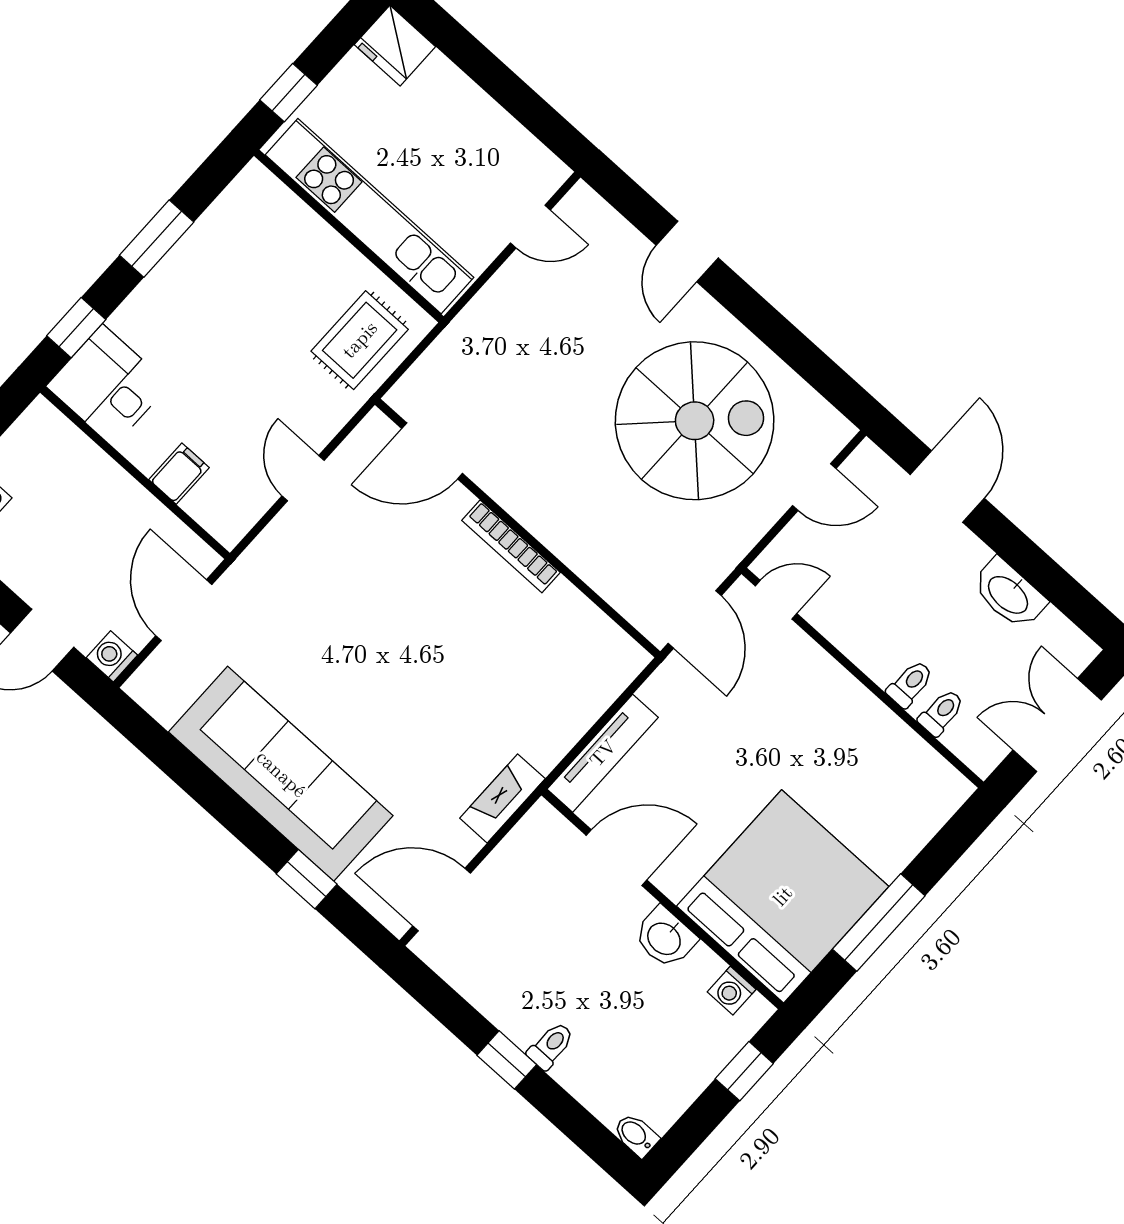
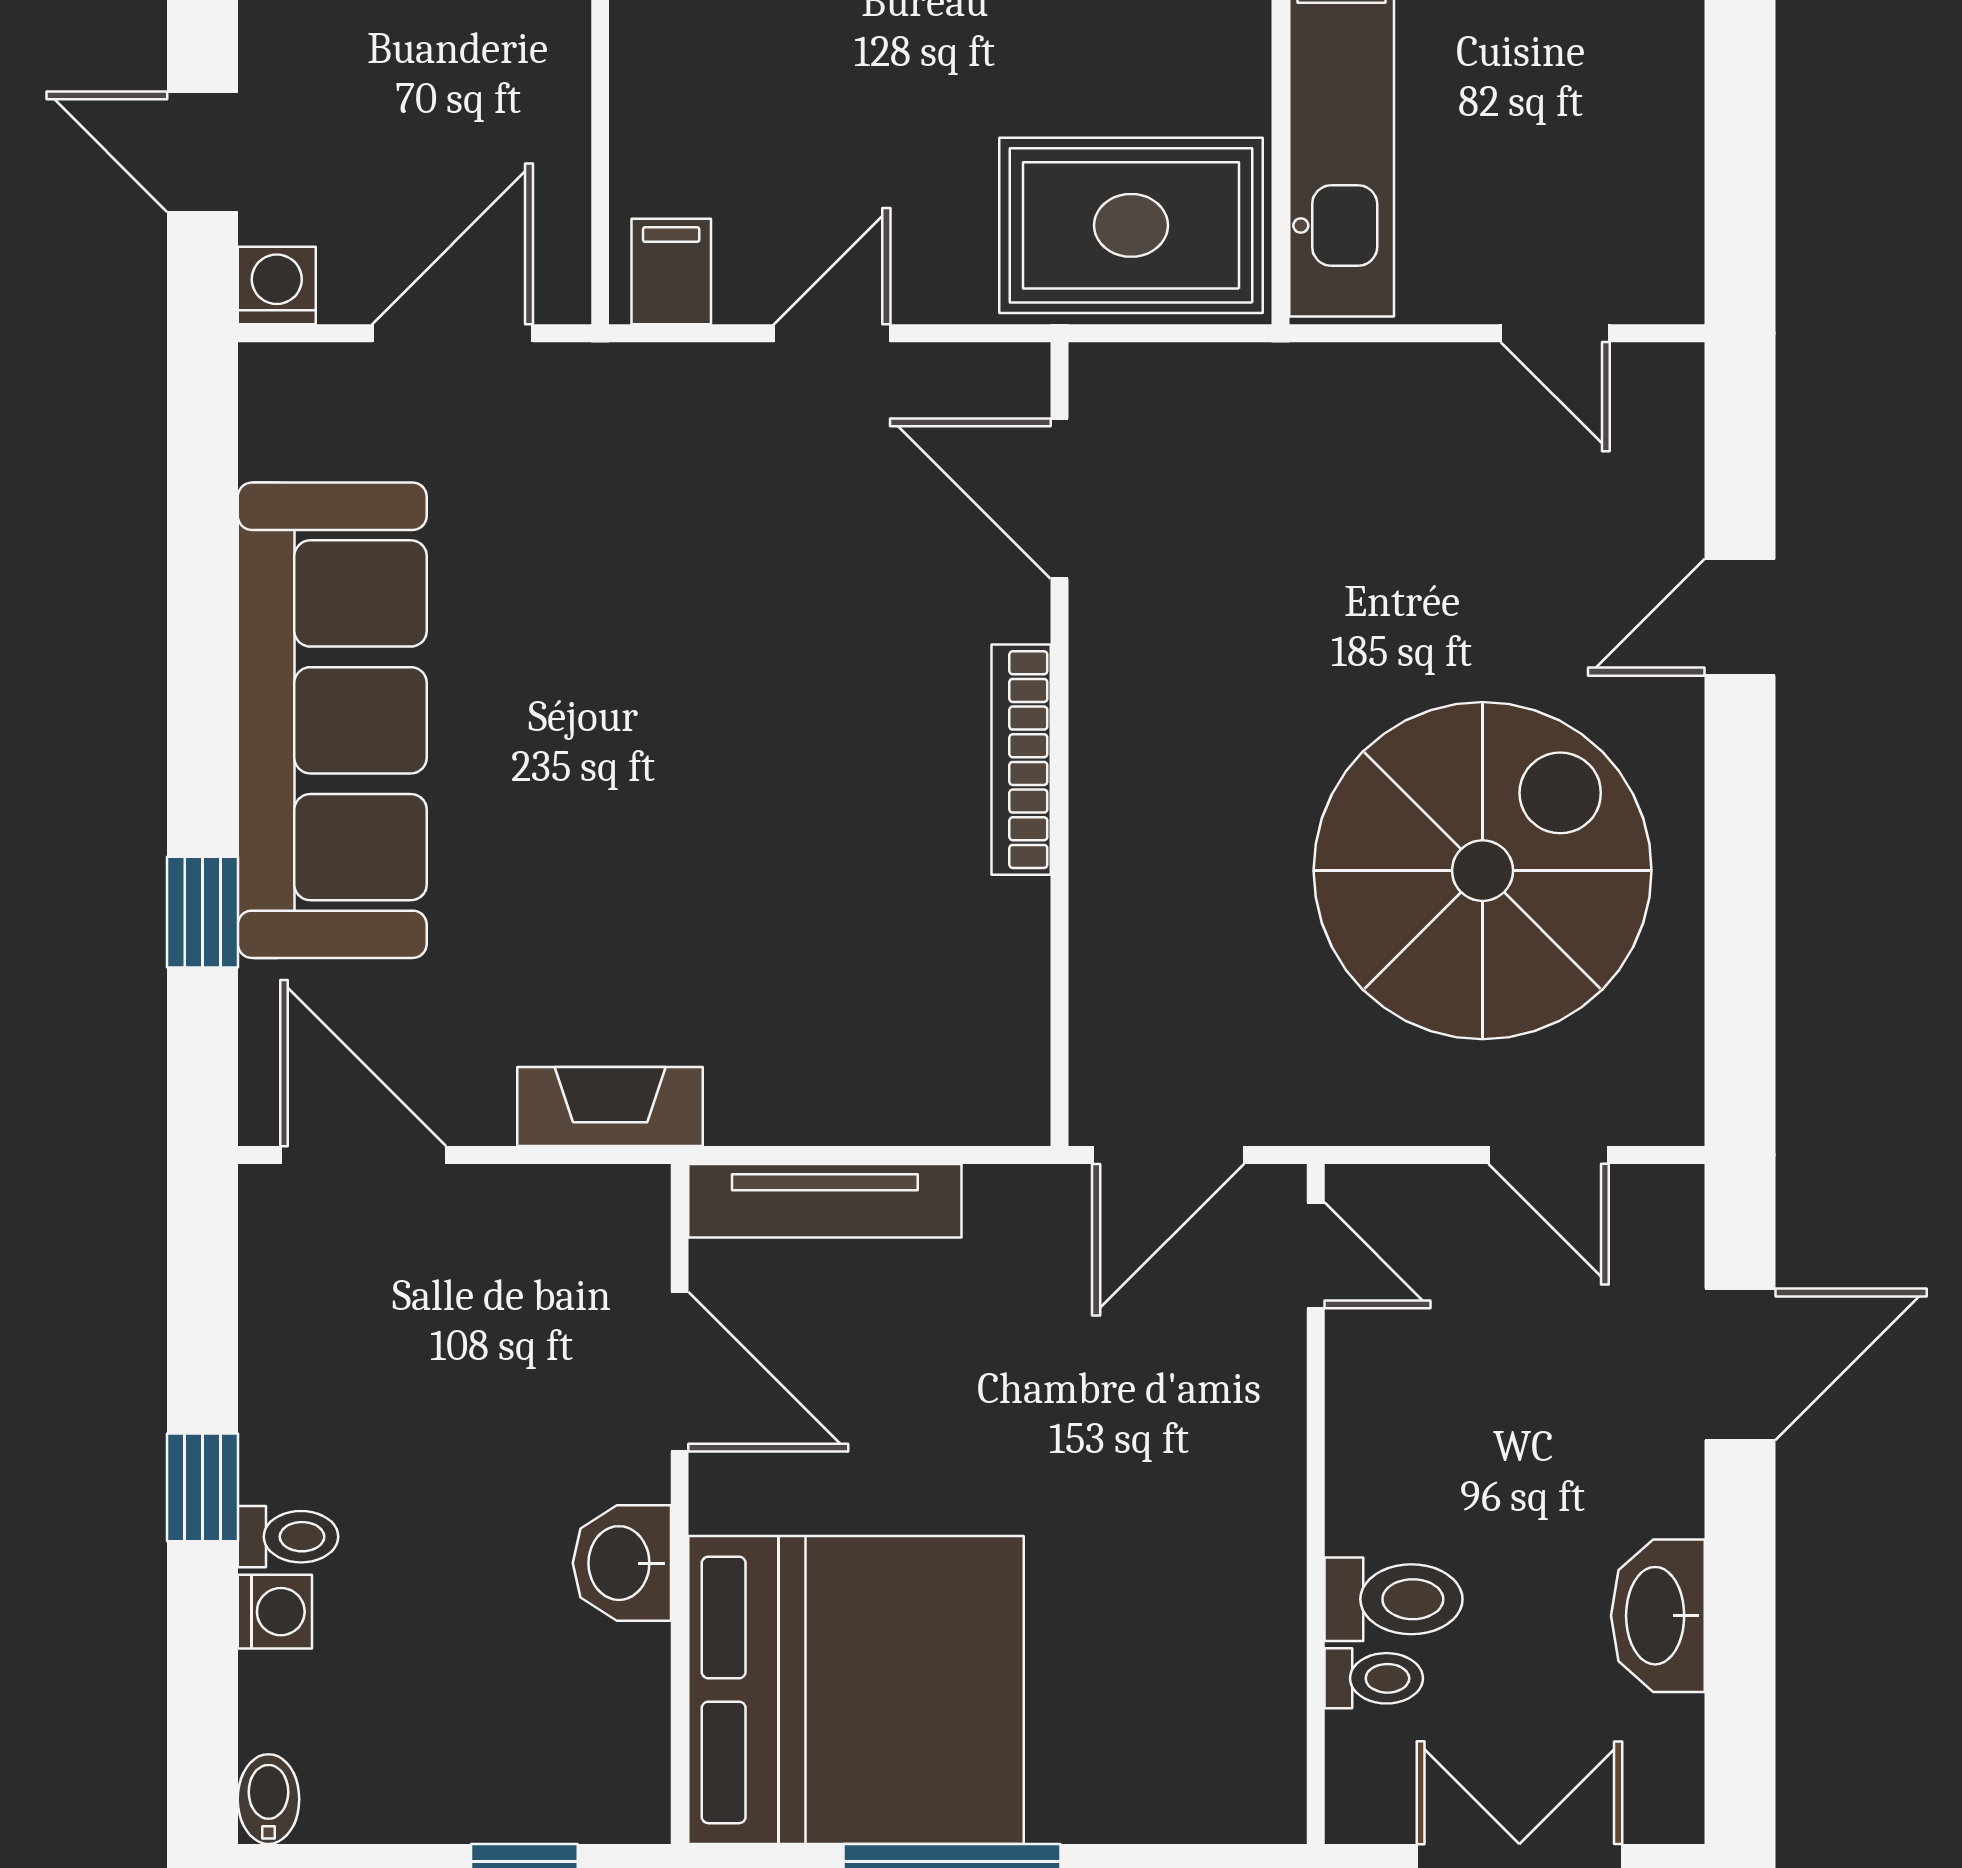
rug: (360, 340) -> (1131, 225), width x1.36, depth x1.43
spiral stairs: (695, 421) -> (1483, 871), turned -90
filing cabinet: (179, 474) -> (671, 272), moved, turned -90
toilet: (910, 684) -> (1394, 1599), width x1.37, depth x1.39
washing machine: (732, 991) -> (275, 1612), moved, turned 180

